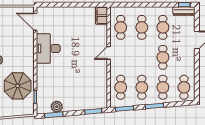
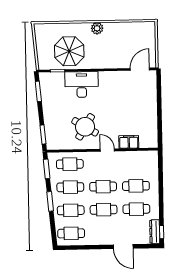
filing cabinet: (101, 16) -> (129, 142), moved
cafe table: (121, 27) -> (103, 187), moved
desk: (48, 49) -> (82, 85), moved
round table: (87, 73) -> (85, 127), added
plant: (57, 107) -> (47, 94), removed

